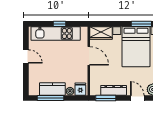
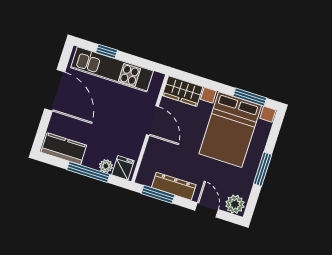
window: (60, 24) -> (107, 51), moved
door: (26, 56) -> (55, 90), width x1.88
kitchen counter: (52, 89) -> (64, 149), moved
window: (50, 98) -> (88, 172), moved

